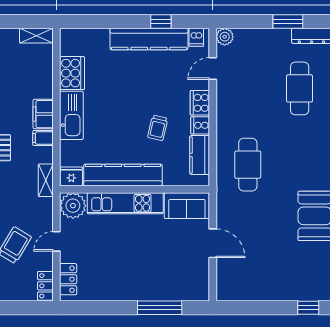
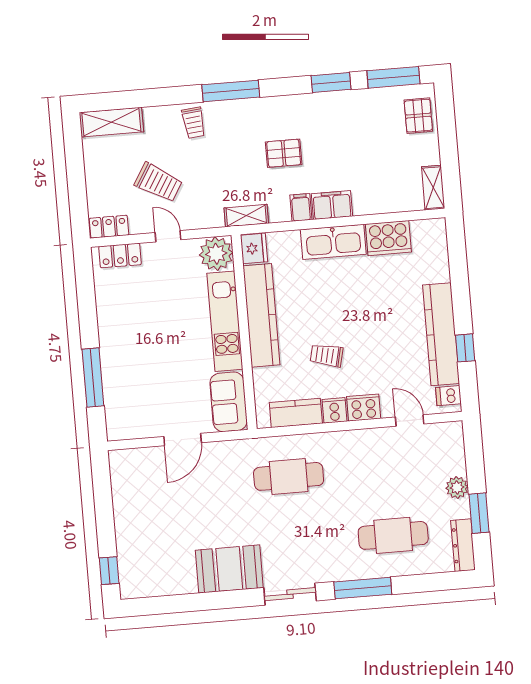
plant: (225, 37) -> (457, 487), moved

